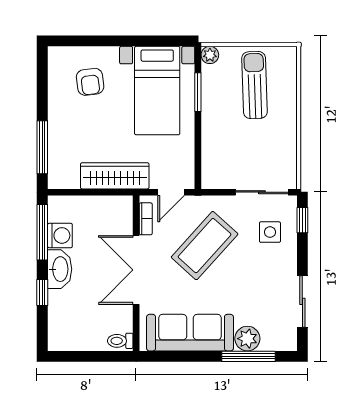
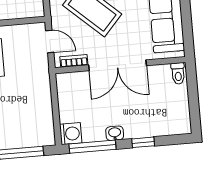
wardrobe: (115, 176) -> (40, 90), removed
washing machine: (60, 235) -> (71, 134), moved, turned 90
washbasin: (60, 269) -> (115, 133), width x0.52, depth x0.69

